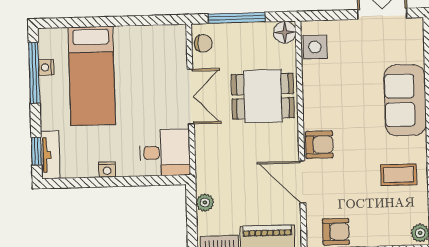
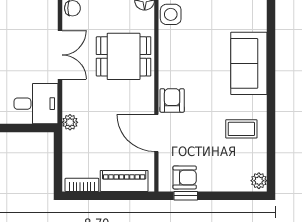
armchair: (319, 145) -> (172, 100), turned -90
plant: (205, 203) -> (70, 122), moved

